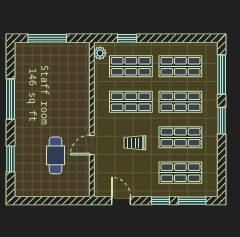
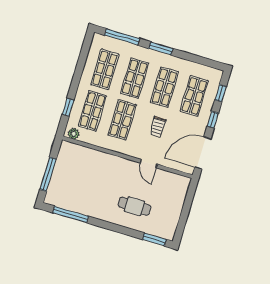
window: (11, 99) -> (71, 214), moved
cafe table: (55, 155) -> (134, 206), moved
window: (11, 159) -> (154, 239), moved
door: (121, 201) -> (203, 153), width x1.87
window: (192, 201) -> (221, 93), width x0.67

